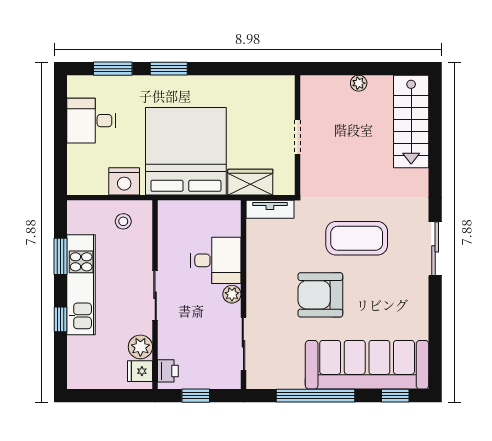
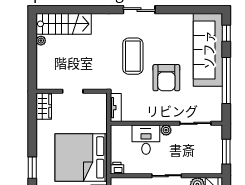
plant: (359, 83) -> (41, 41), moved
wardrobe: (250, 182) -> (44, 106), moved, turned 180
printer: (168, 371) -> (117, 168), moved
window: (196, 396) -> (226, 152), width x1.50

